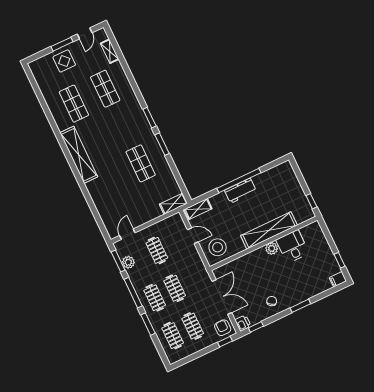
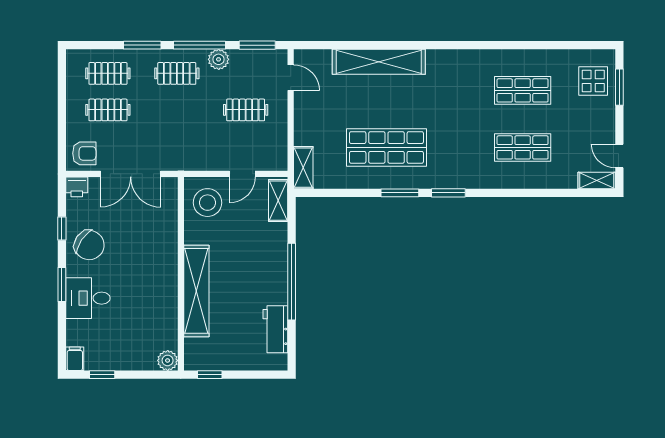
window: (62, 44) -> (619, 87), moved
shelving: (110, 51) -> (597, 181), moved
display table: (64, 61) -> (593, 81), moved
shelving: (79, 155) -> (379, 62), moved
shop shelf: (141, 163) -> (386, 147), width x1.43, depth x1.36
workbench: (240, 191) -> (275, 329), moved
desk: (292, 247) -> (88, 298), moved, turned 180
plant: (272, 248) -> (168, 360), moved
plant: (128, 262) -> (219, 59), moved
clothes rail: (175, 288) -> (177, 110), removed
chair: (272, 301) -> (89, 245), width x1.87, depth x1.87
window: (256, 327) -> (62, 228), moved
window: (225, 342) -> (62, 147), removed

